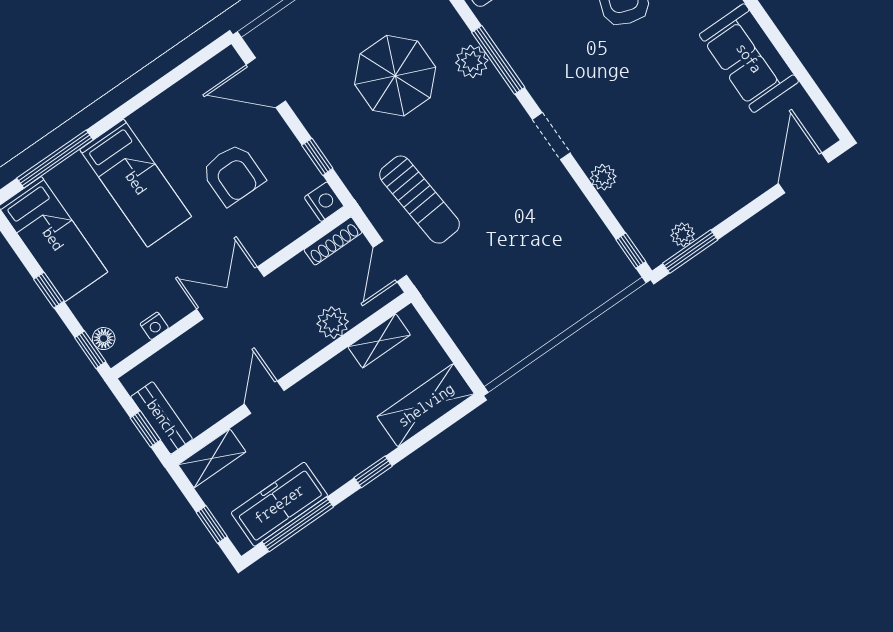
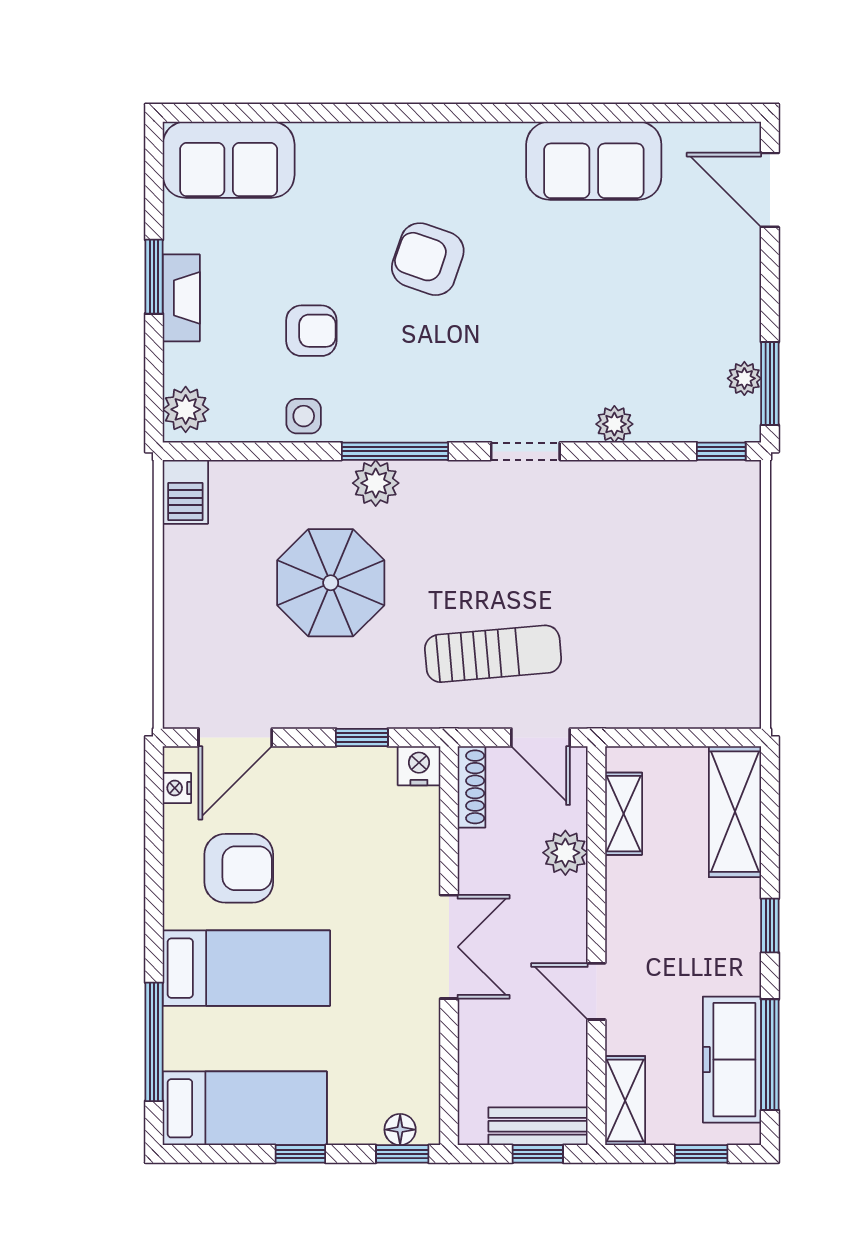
armchair: (233, 174) -> (239, 868), moved
double door: (230, 293) -> (449, 947), swing flipped
nightstand: (154, 326) -> (177, 788), moved, turned 180

